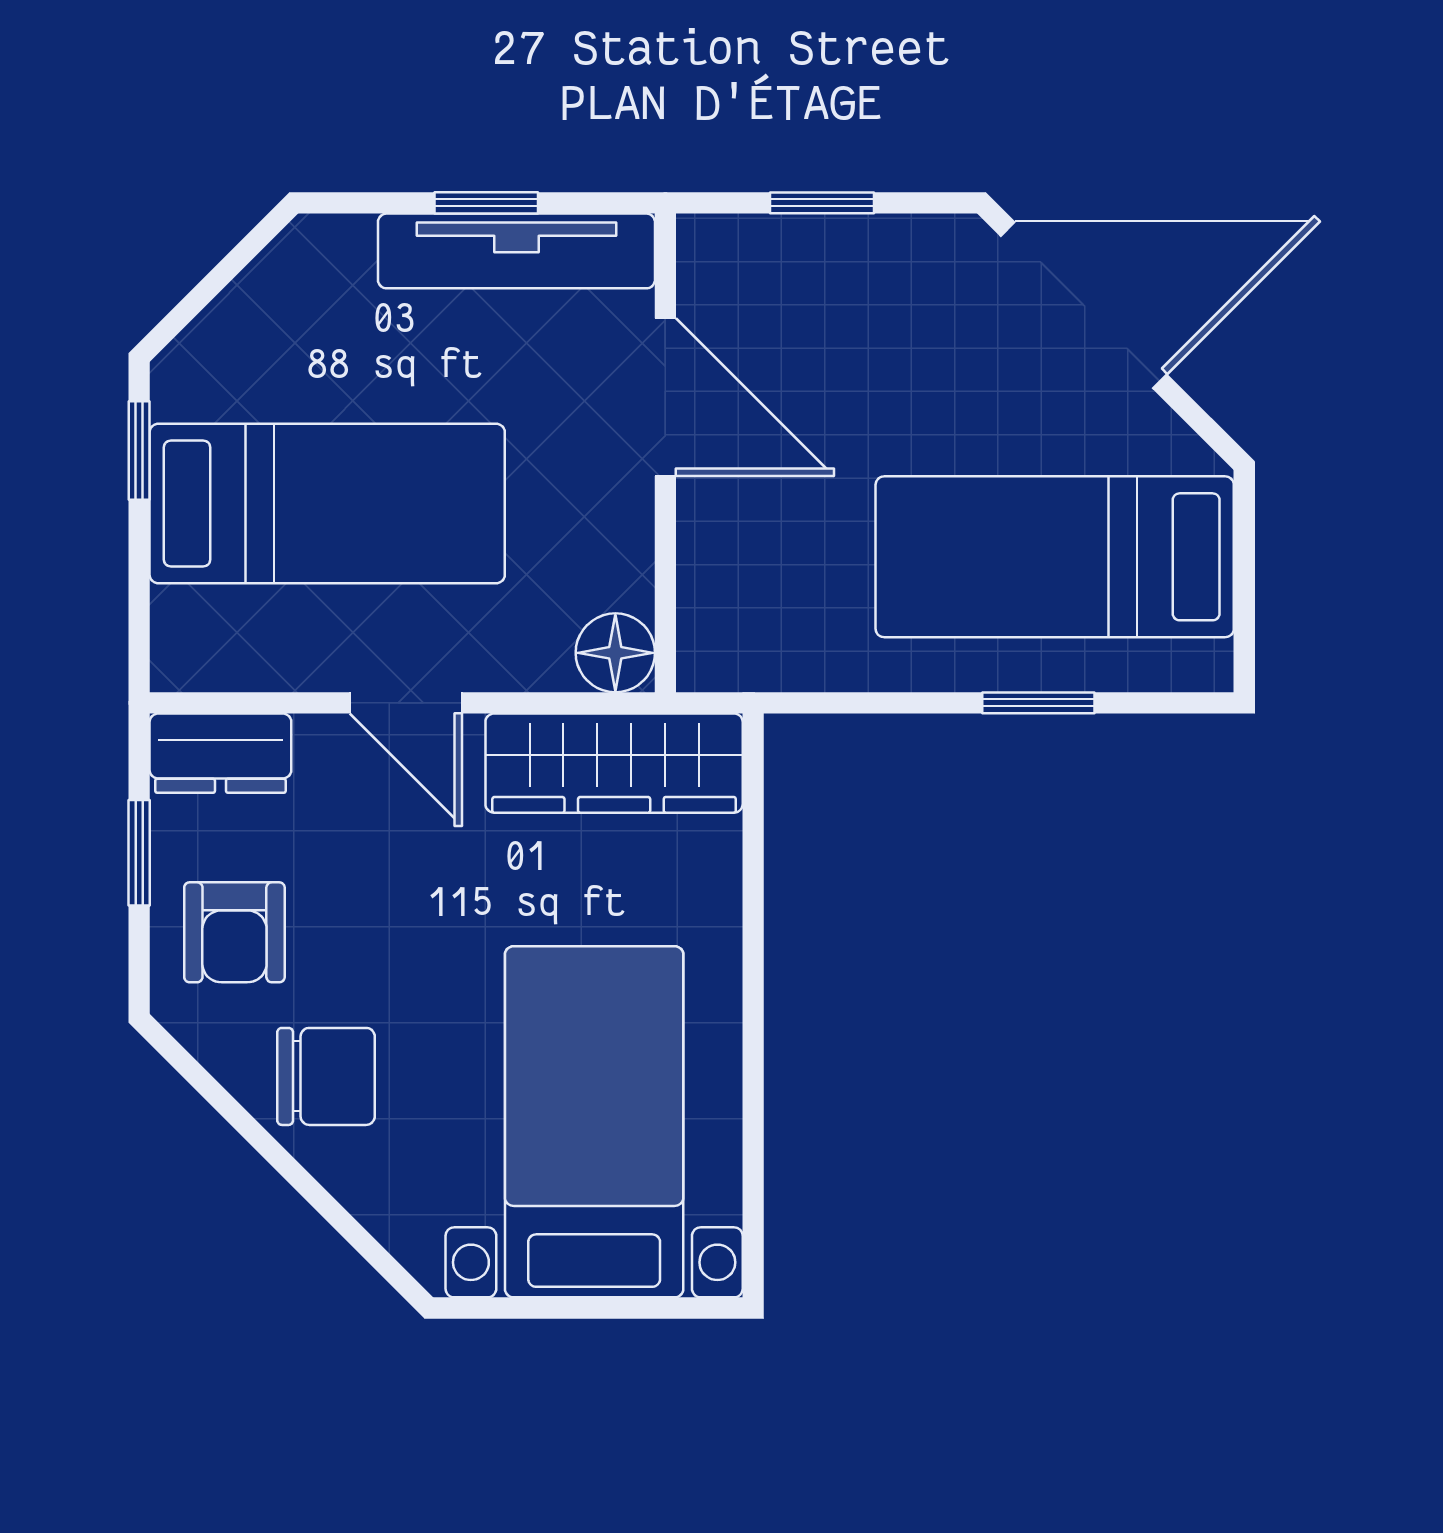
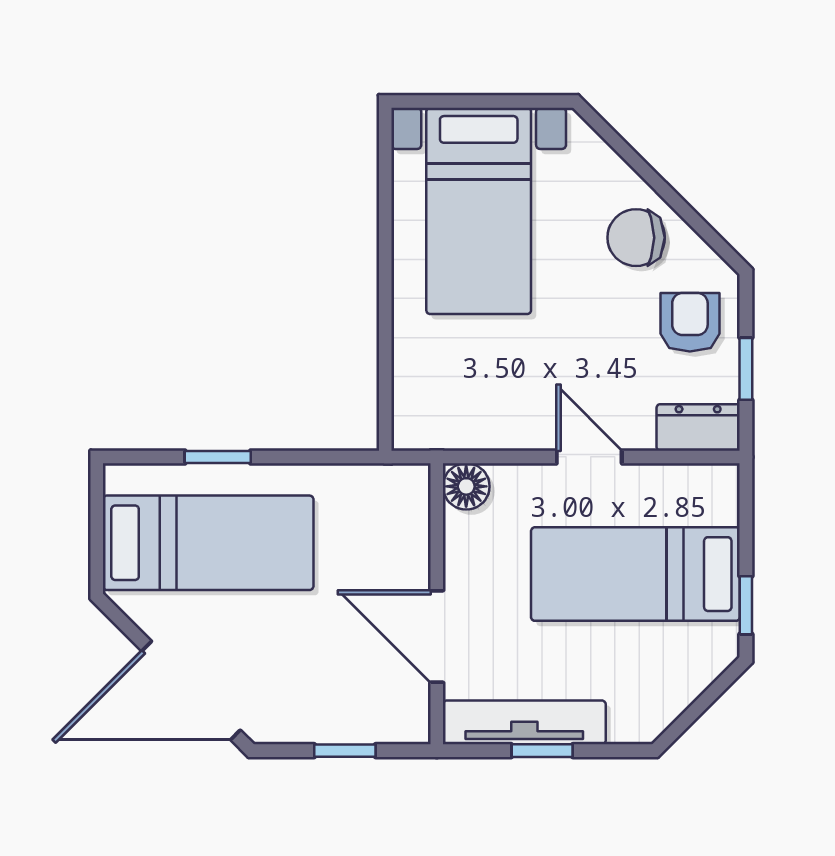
wardrobe: (614, 763) -> (467, 422), removed

